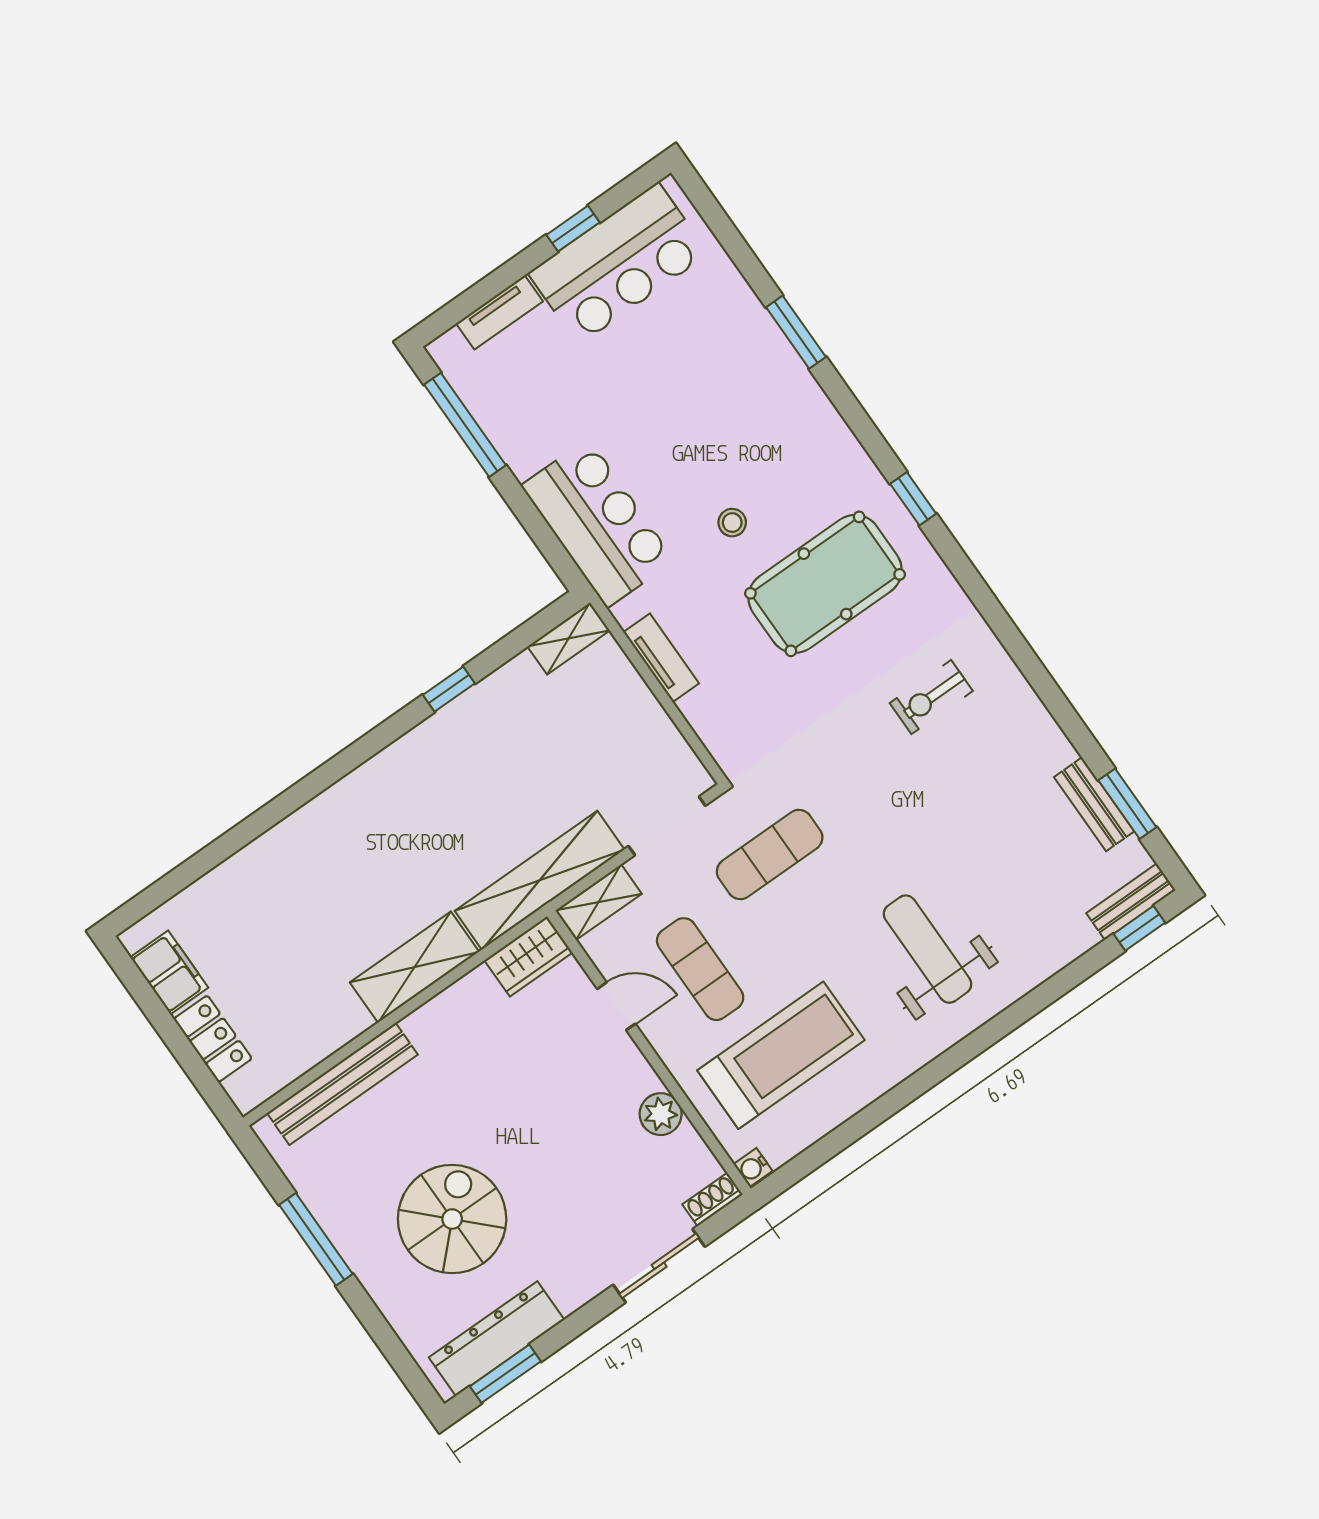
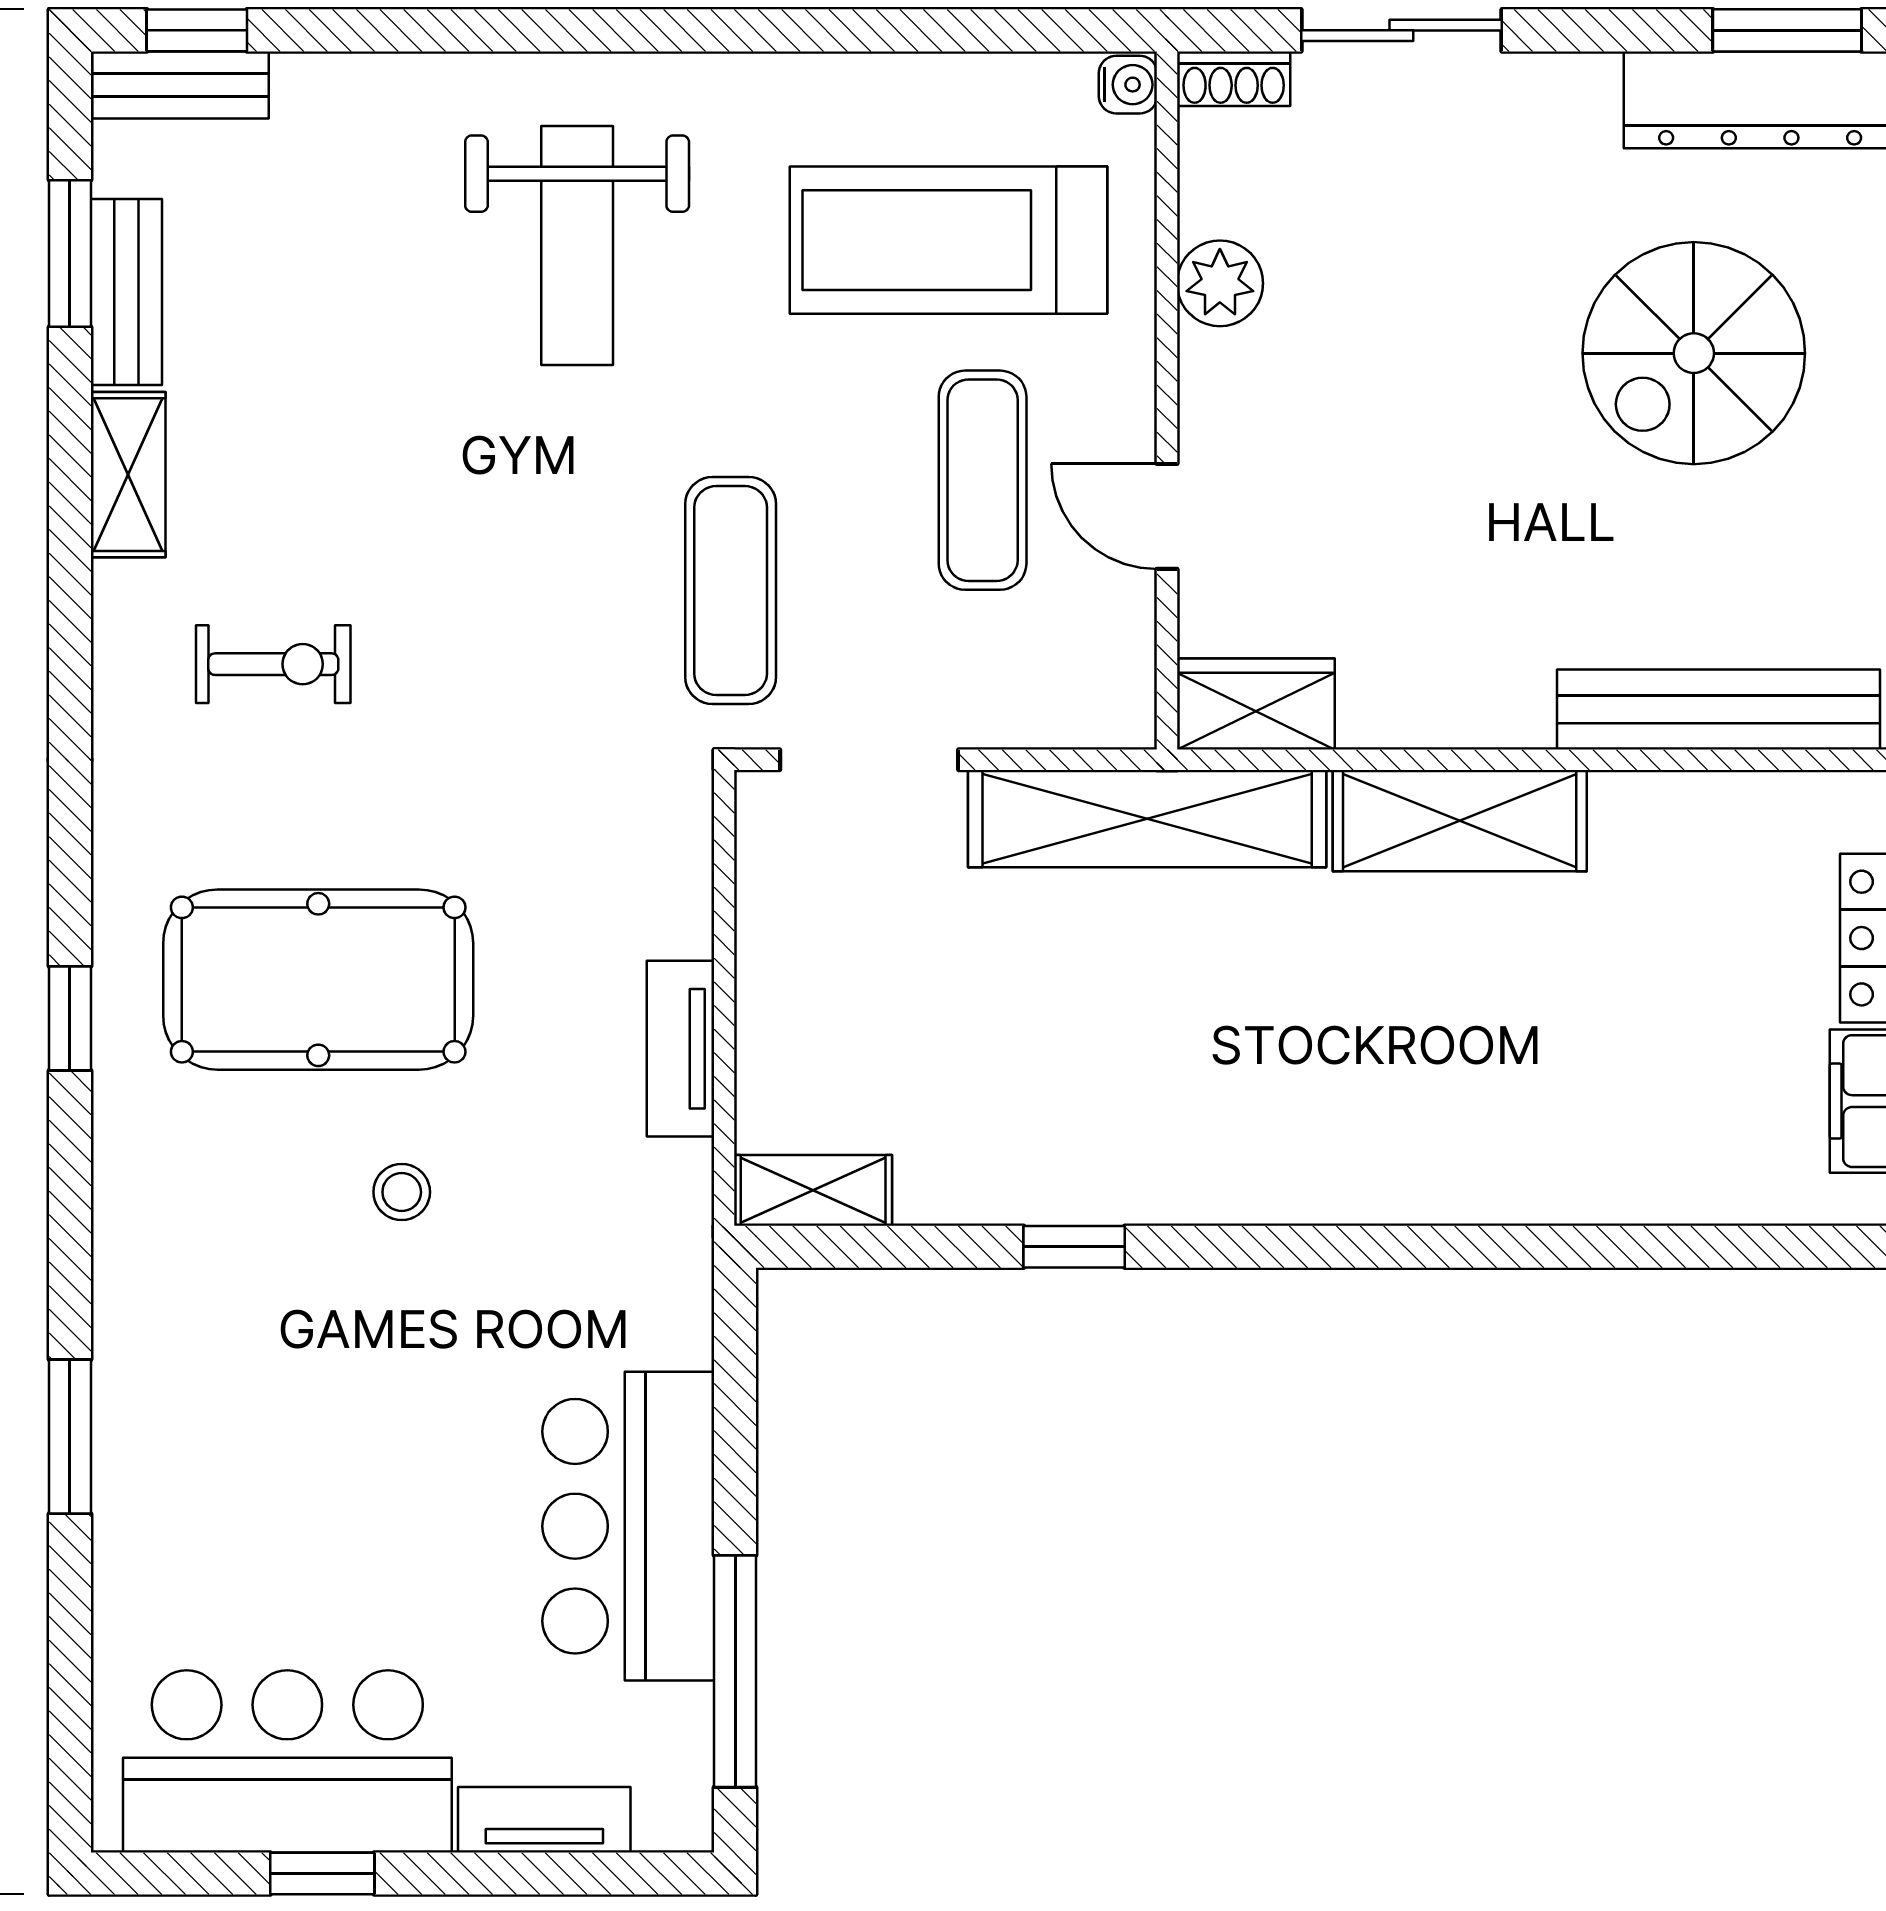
bar counter: (598, 523) -> (628, 1526), moved
exercise mat: (770, 855) -> (731, 591), turned 90
shelving: (598, 902) -> (128, 475), moved, turned 90

